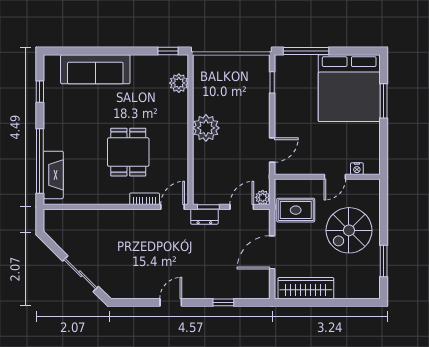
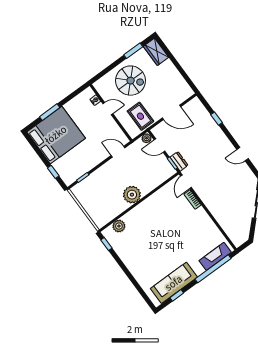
window: (306, 51) -> (53, 172), width x0.46
sofa: (95, 69) -> (174, 283), moved, turned -90
dining table: (128, 152) -> (174, 226), removed
door: (173, 207) -> (186, 182), hinge flipped
wardrobe: (306, 288) -> (156, 52), moved, width x0.67
door: (171, 302) -> (243, 154), moved

